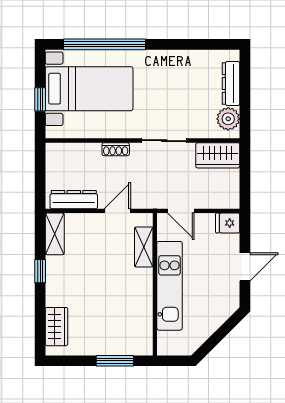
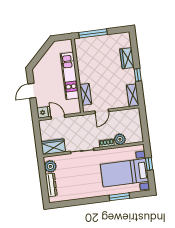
window: (104, 44) -> (119, 197), width x0.47
plant: (90, 153) -> (120, 139), added
dresser: (74, 200) -> (125, 114), removed
door: (181, 211) -> (58, 117), moved
wardrobe: (57, 327) -> (127, 58), moved
window: (115, 361) -> (93, 33), width x1.44

